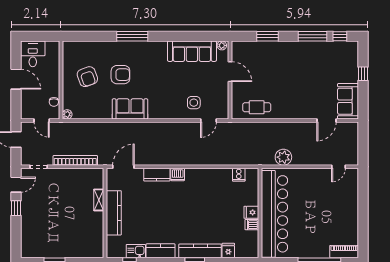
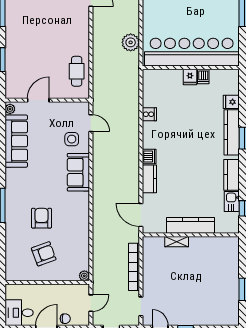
chair: (54, 102) -> (65, 319), moved
sofa: (130, 109) -> (78, 172), moved
cooker: (239, 175) -> (149, 114), moved

